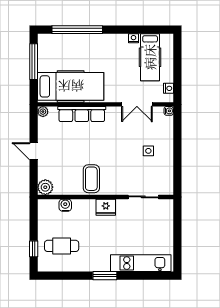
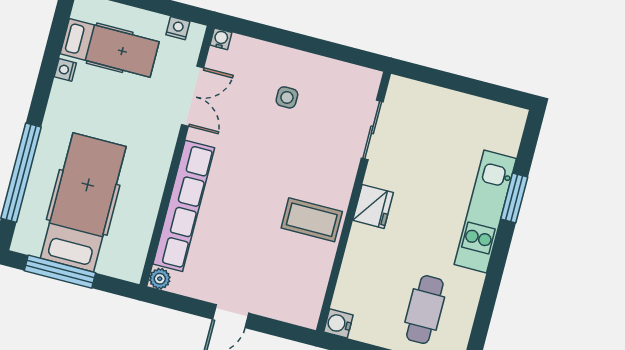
hospital bed: (71, 86) -> (83, 202), moved
row of seats: (82, 114) -> (184, 206), width x1.36
plant: (45, 187) -> (305, 312), removed
water cooler: (65, 205) -> (338, 323), moved
kitchen unit: (141, 263) -> (485, 212), moved
window: (105, 276) -> (514, 198), moved

